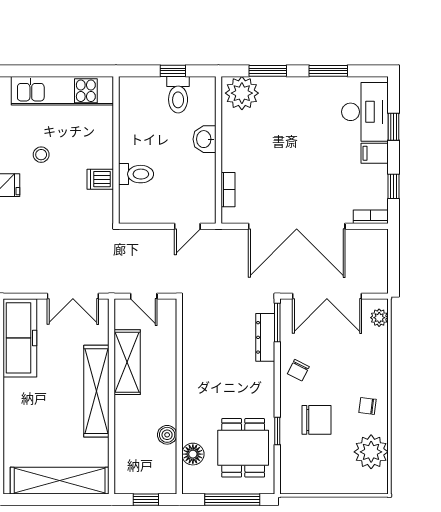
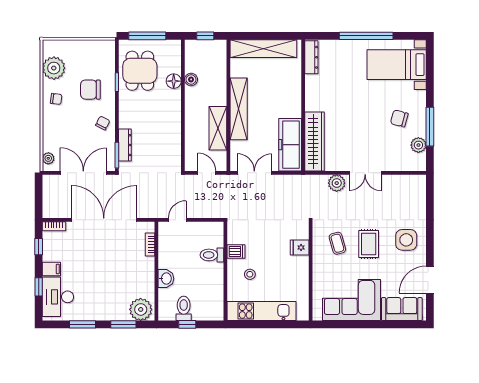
stool: (41, 155) -> (250, 274), moved
floor lamp: (193, 454) -> (174, 81), moved

